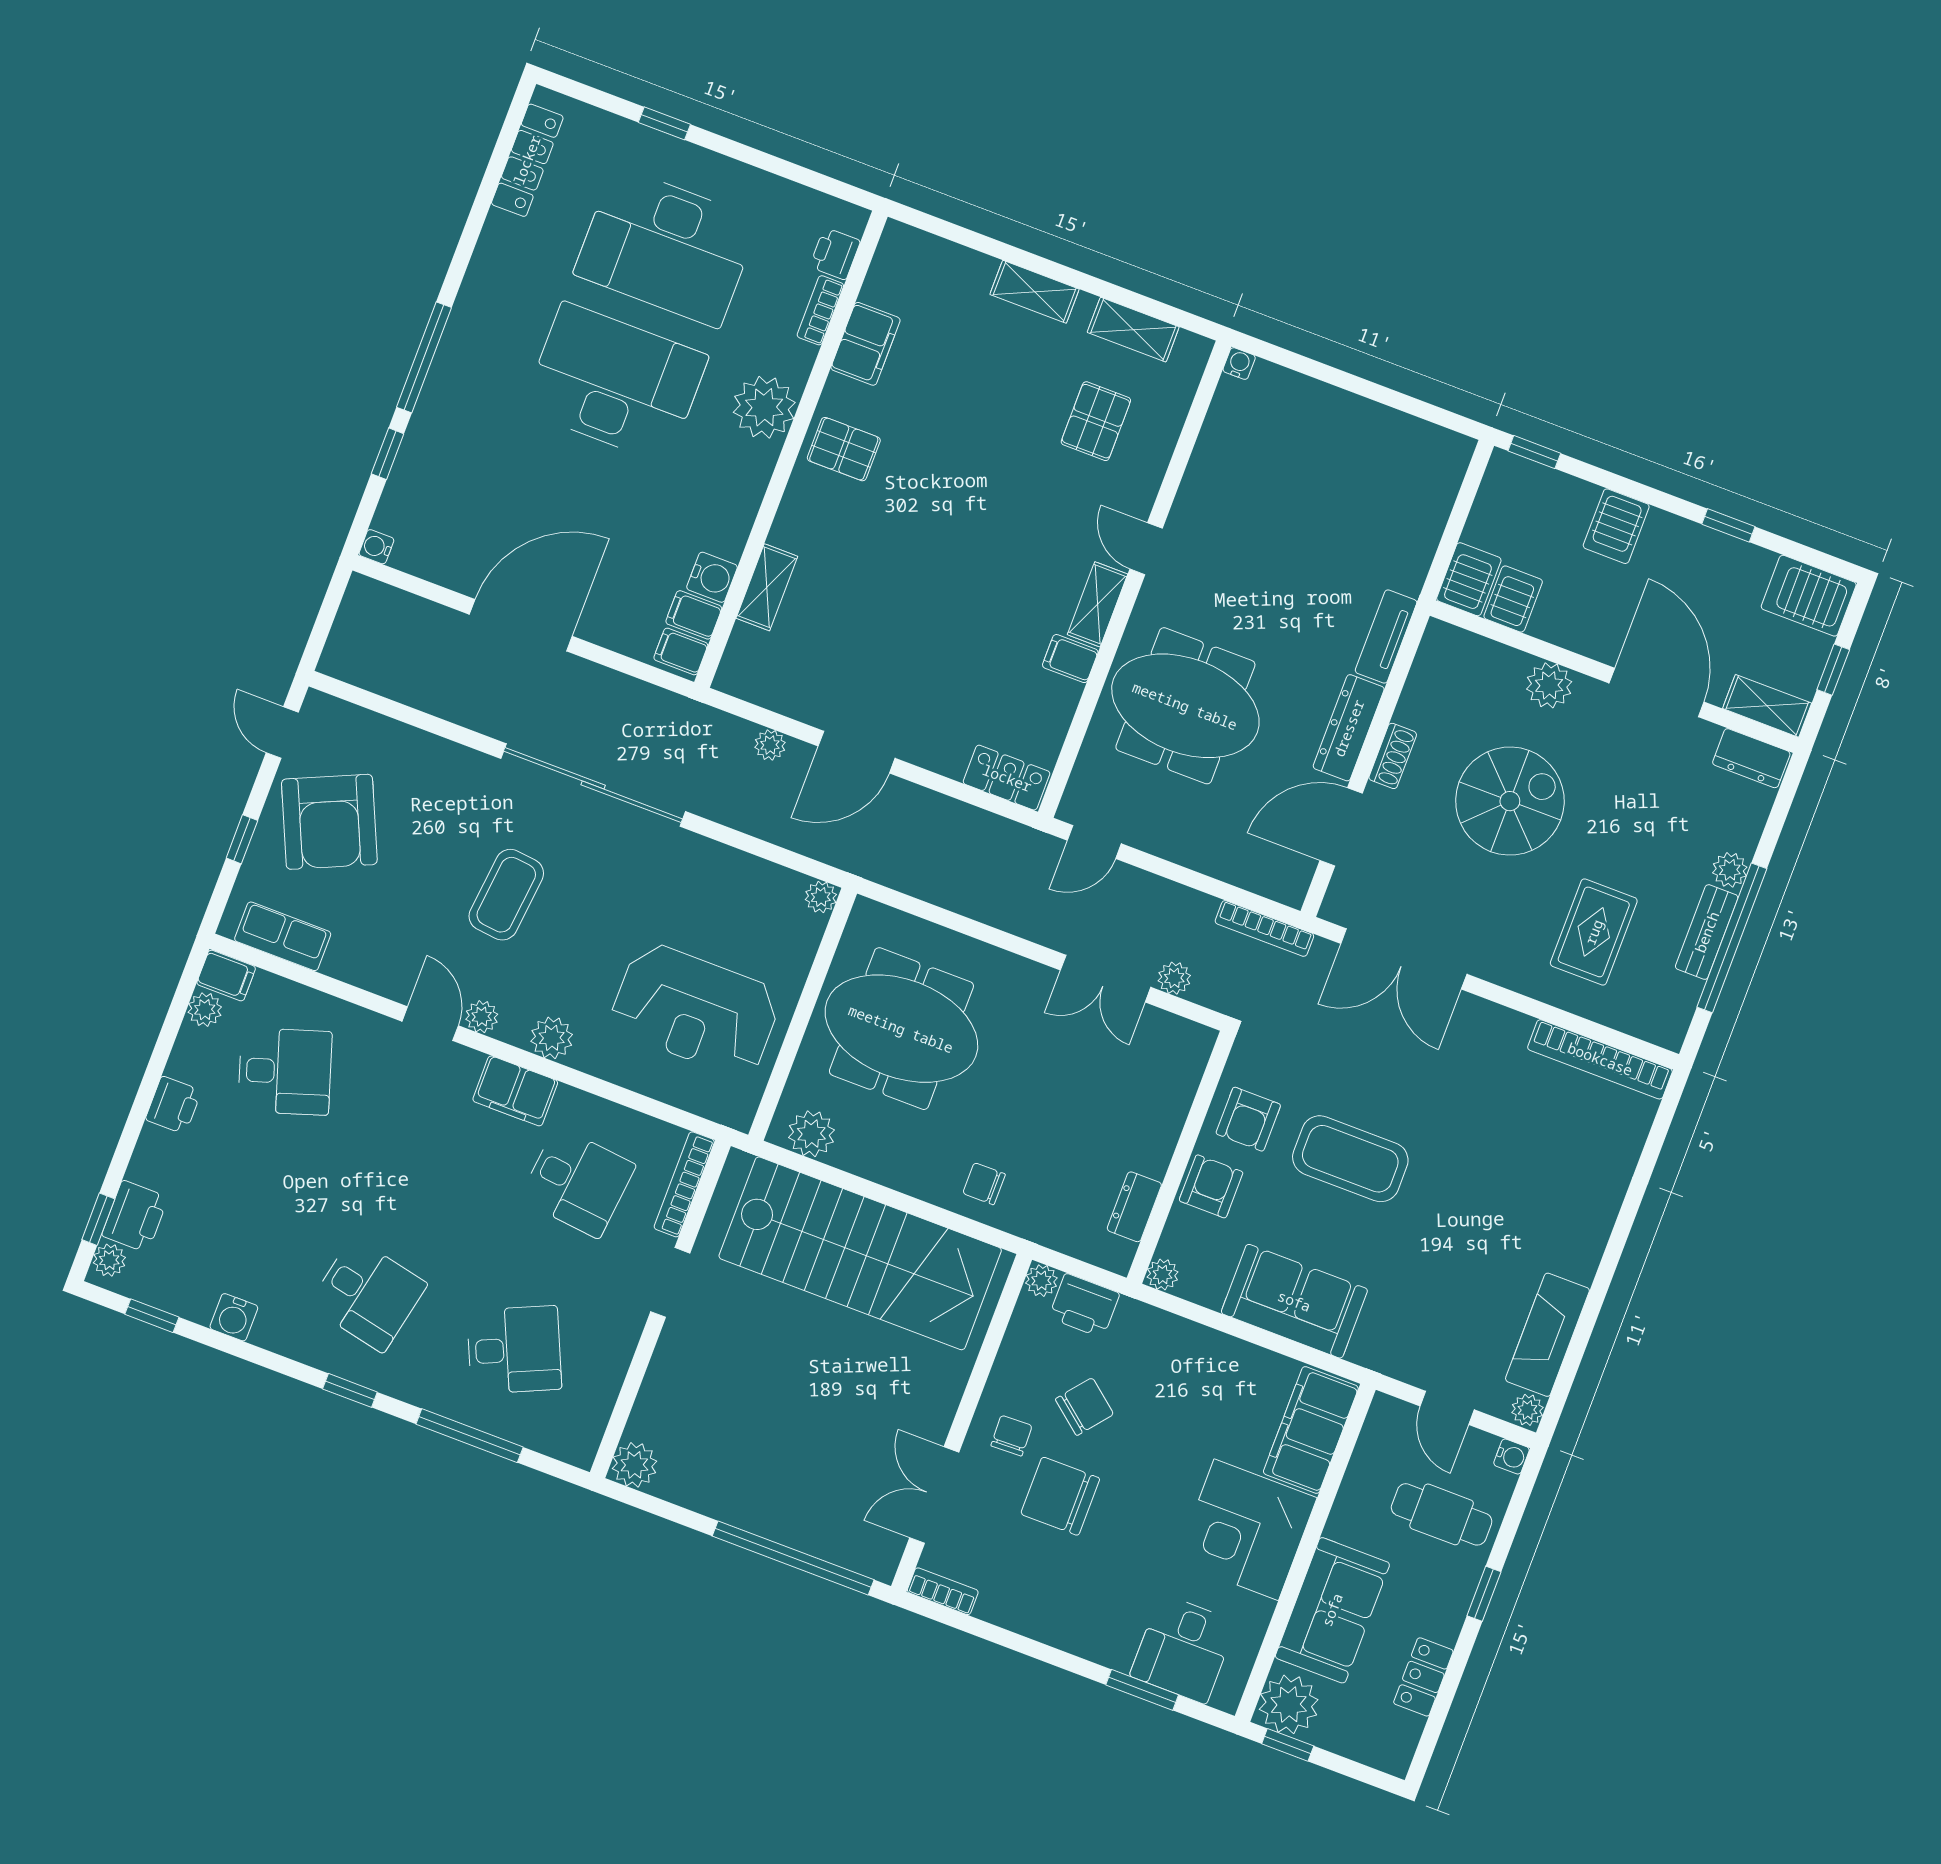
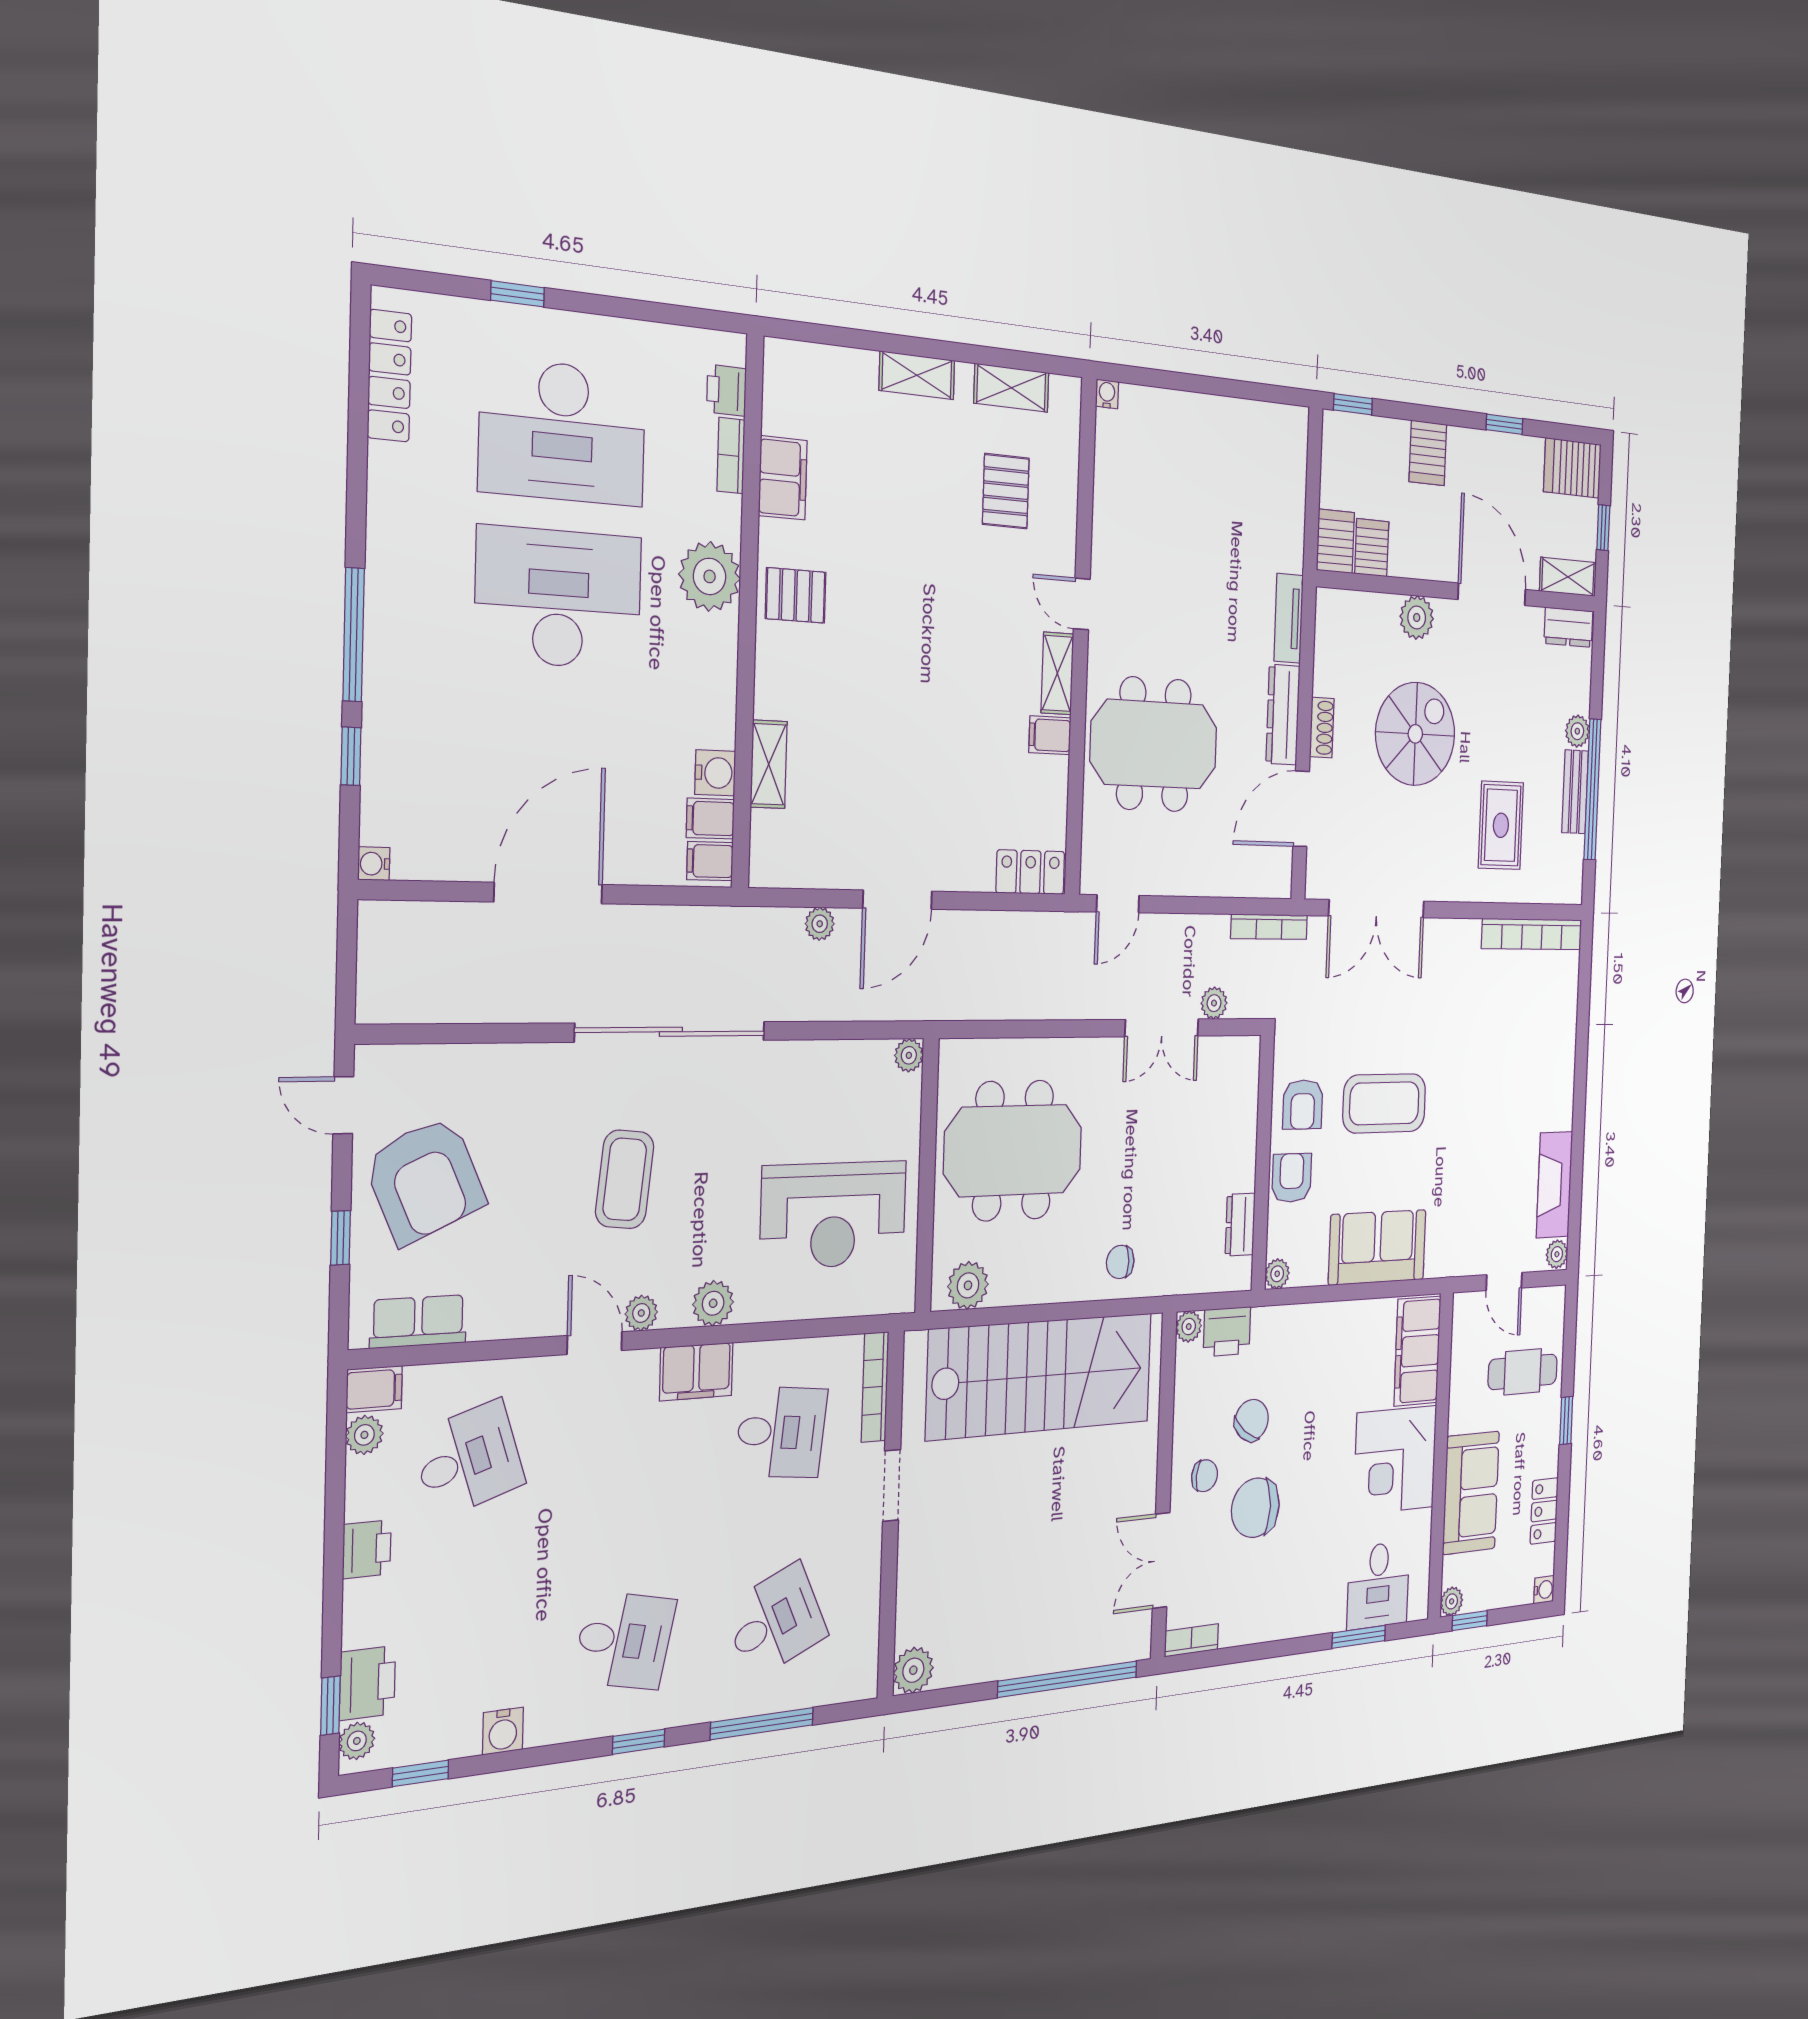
chair: (1011, 1436) -> (1205, 1476), turned 97
water cooler: (1511, 1456) -> (1544, 1590), moved
plant: (1289, 1704) -> (1452, 1601), width x0.53, depth x0.53

